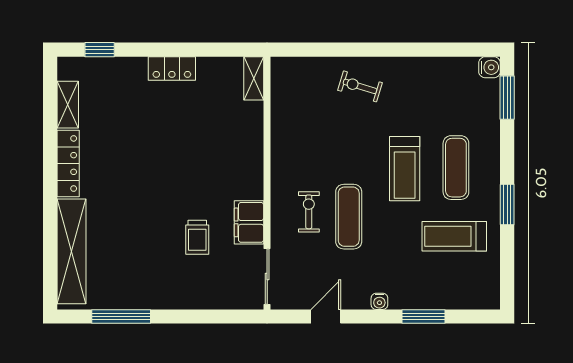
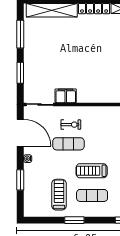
trolley: (197, 237) -> (58, 71), removed
window: (201, 316) -> (20, 73), added
door: (326, 316) -> (20, 133), width x1.88

